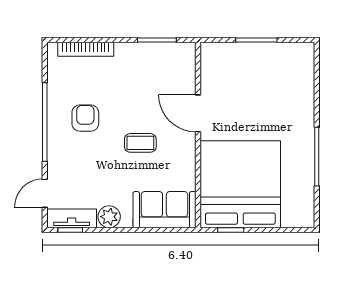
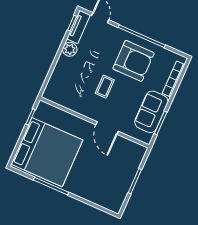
door: (198, 113) -> (107, 128), swing flipped
armchair: (85, 118) -> (134, 61), width x1.88, depth x1.88
bed: (240, 184) -> (47, 152), moved
sofa: (164, 210) -> (151, 112), moved, turned 180

